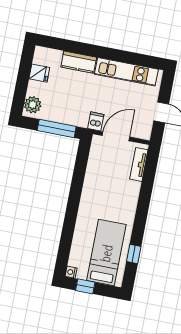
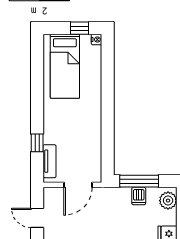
dishwasher: (96, 121) -> (139, 196), moved
window: (134, 254) -> (37, 143), moved

